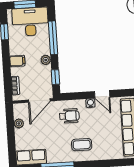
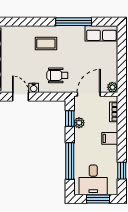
desk: (30, 22) -> (93, 180), width x0.73
plant: (46, 60) -> (79, 123), moved
plant: (19, 123) -> (112, 87), moved

